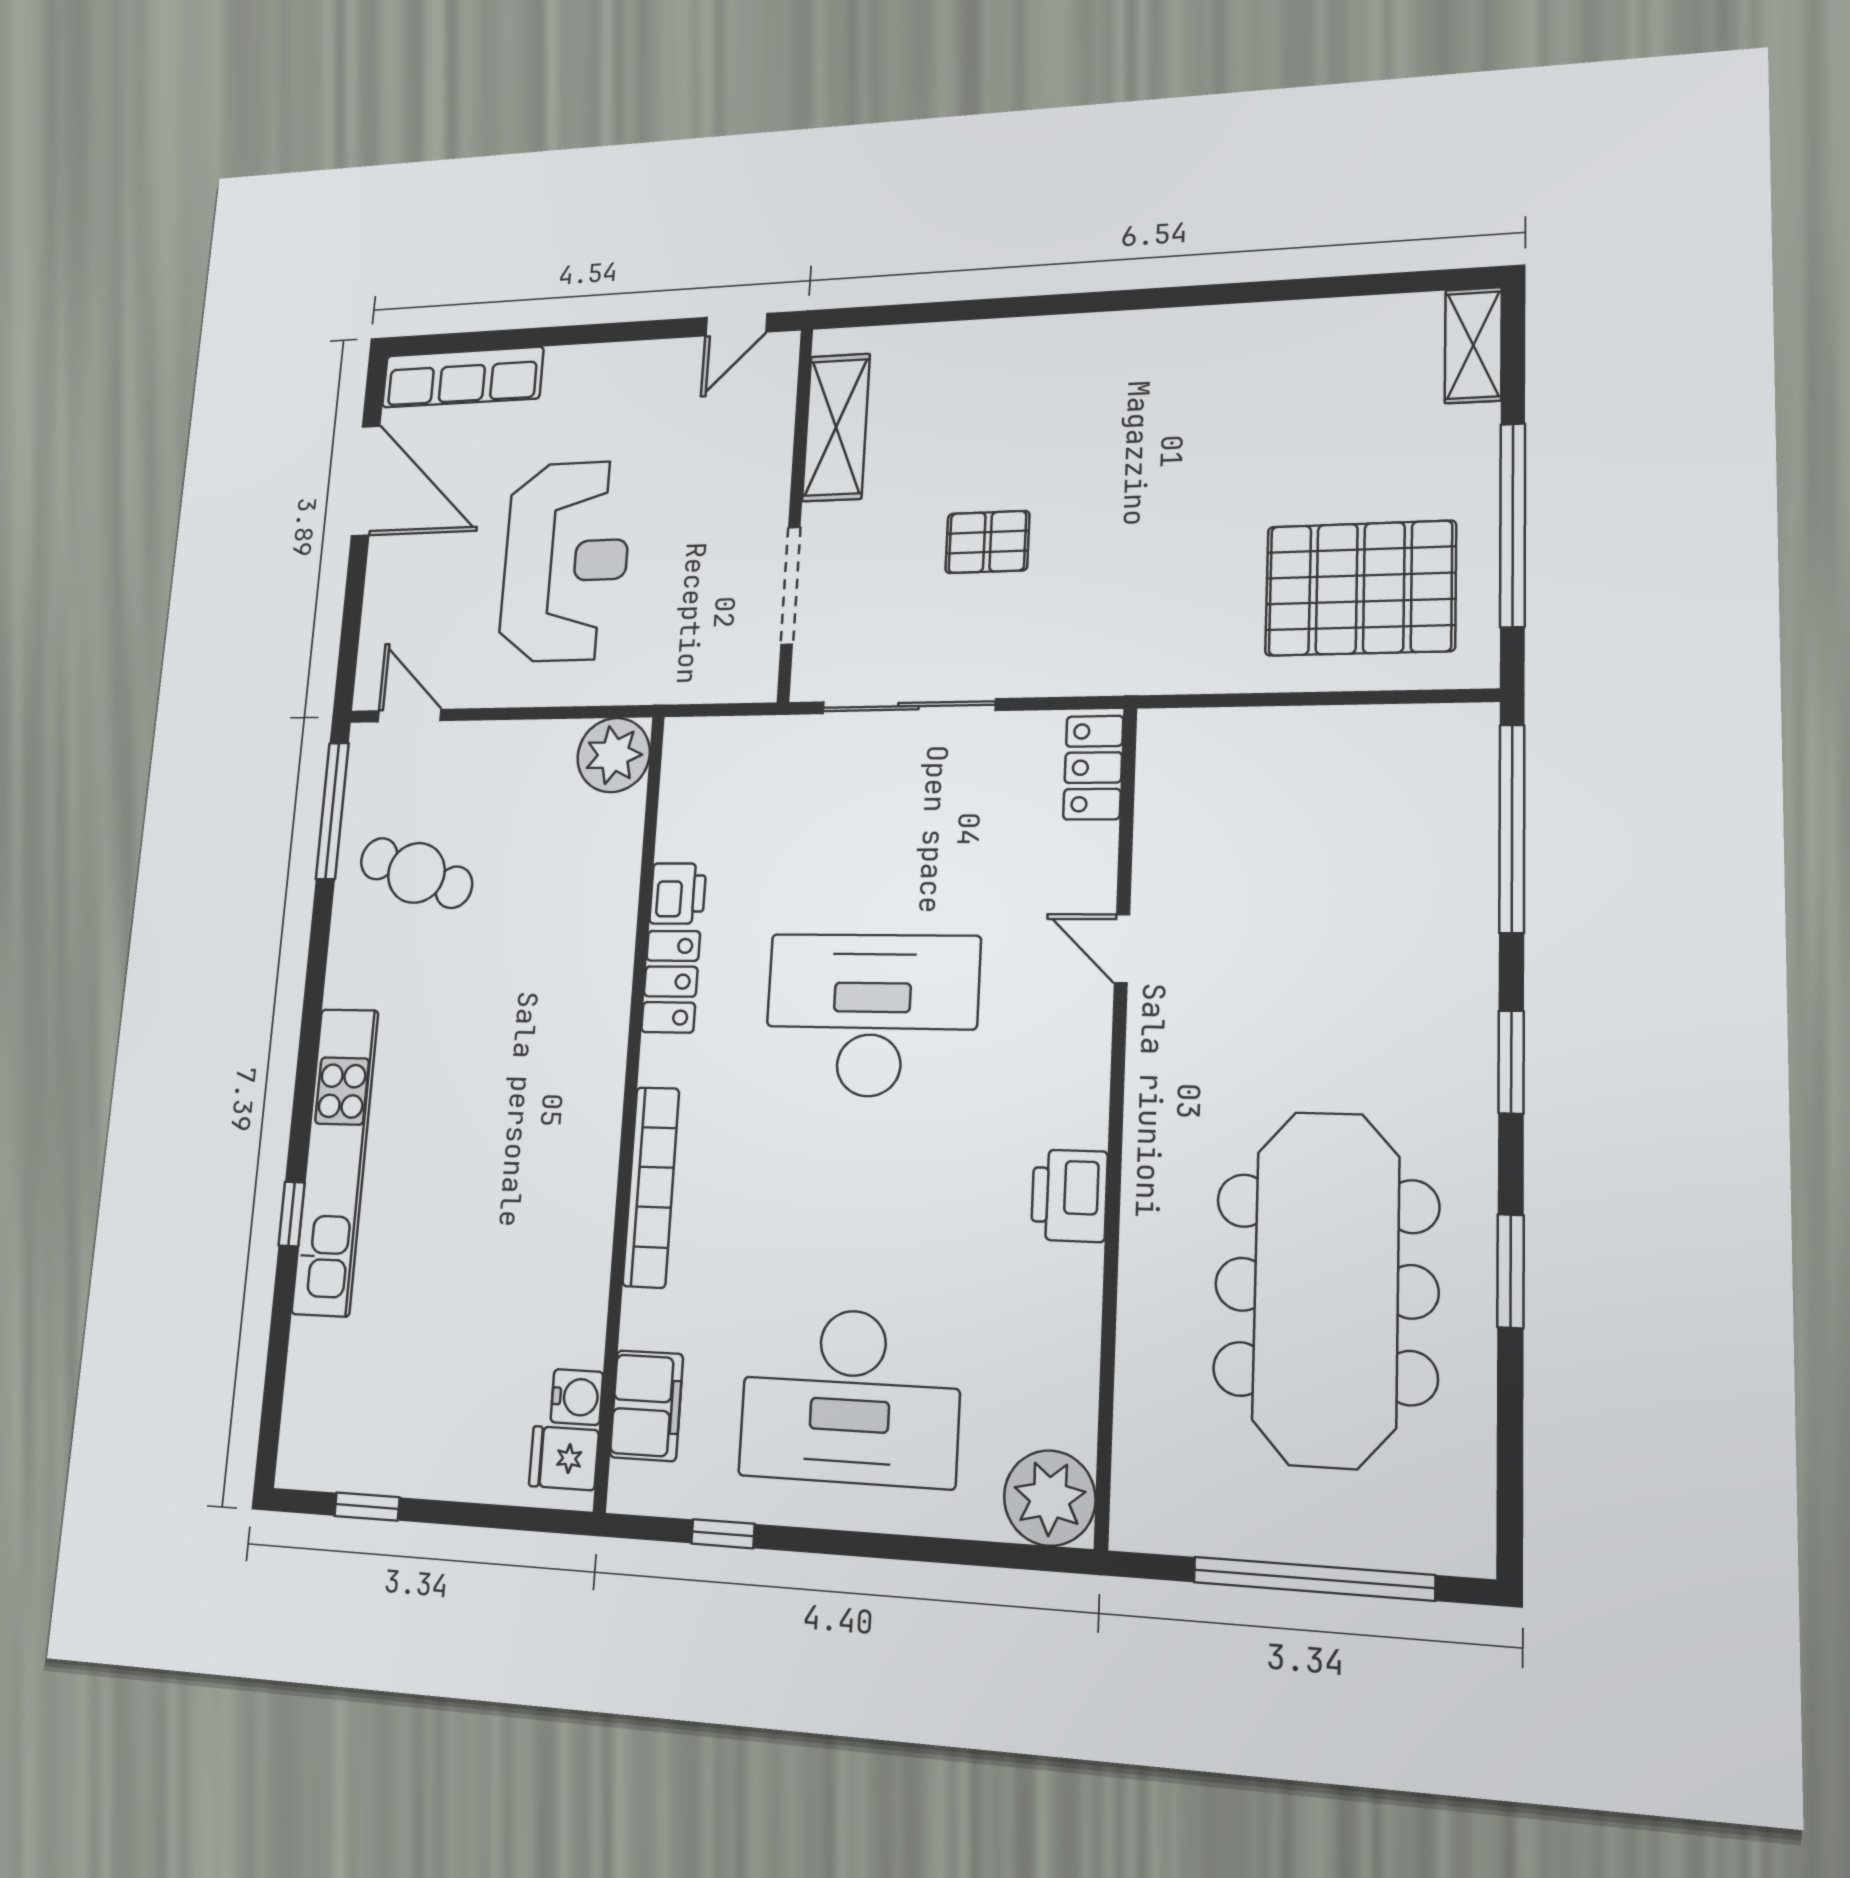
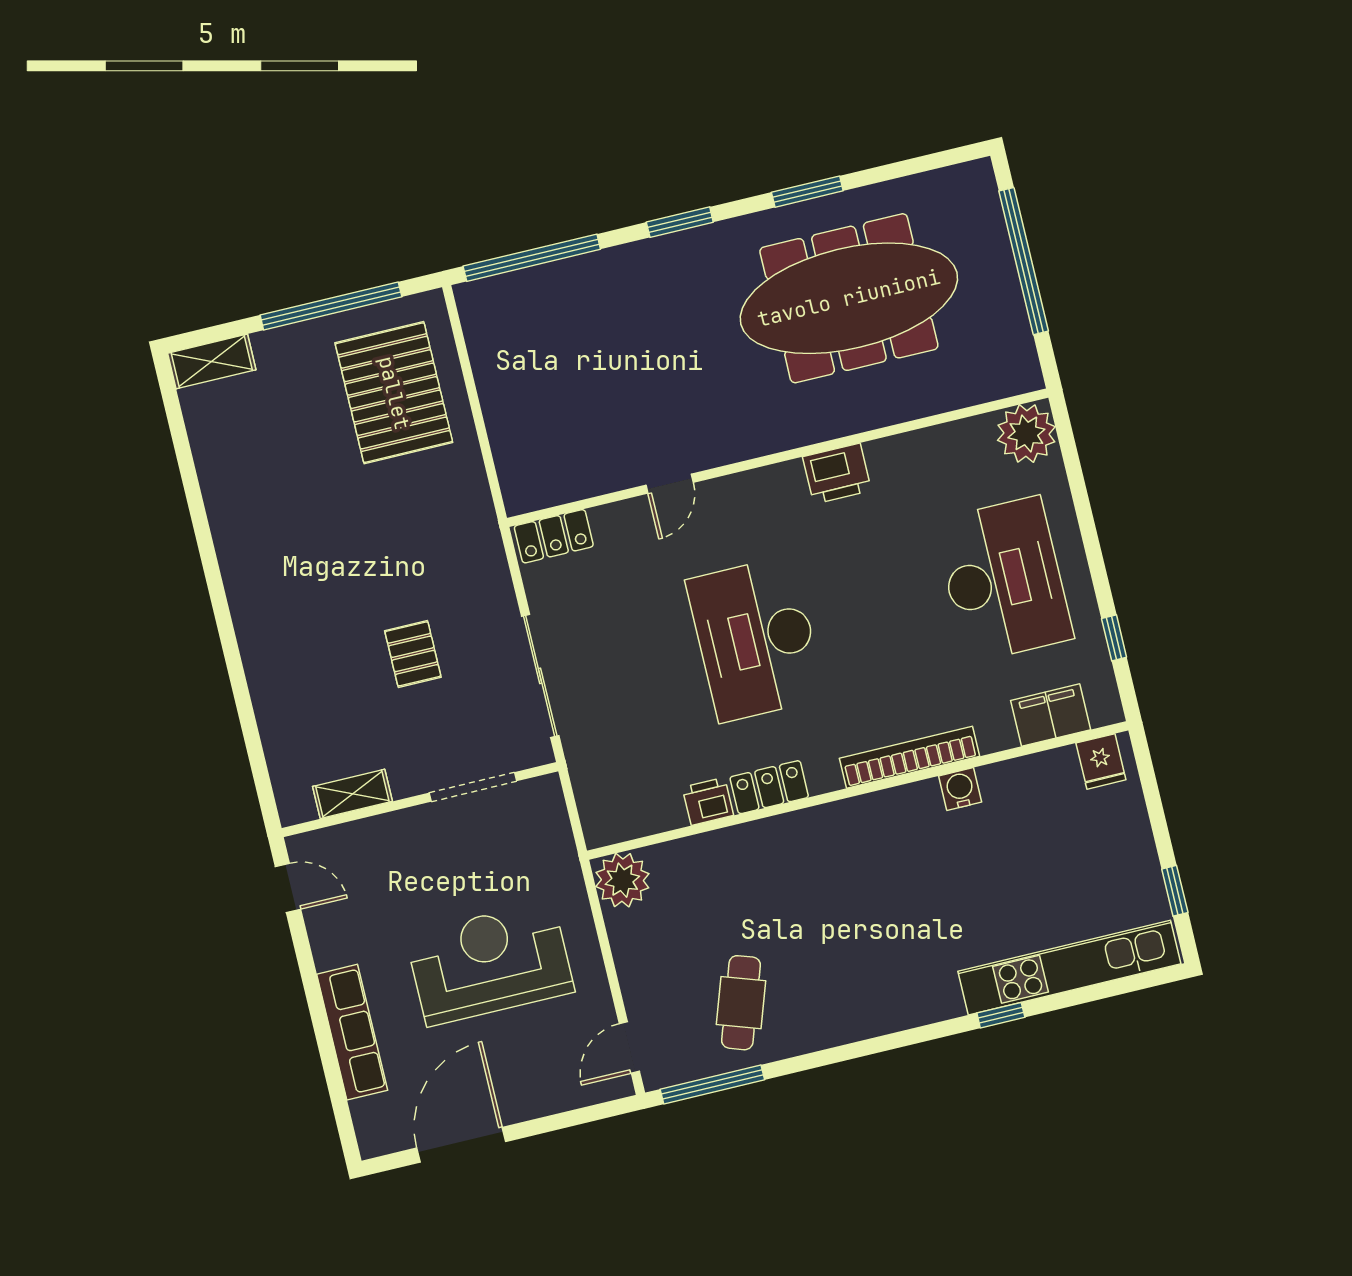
row of seats: (462, 377) -> (352, 1032), moved
shelving: (836, 427) -> (352, 794), width x0.67, depth x0.75
kitchen unit: (335, 1161) -> (1069, 968), moved
water cooler: (577, 1397) -> (960, 789), moved

